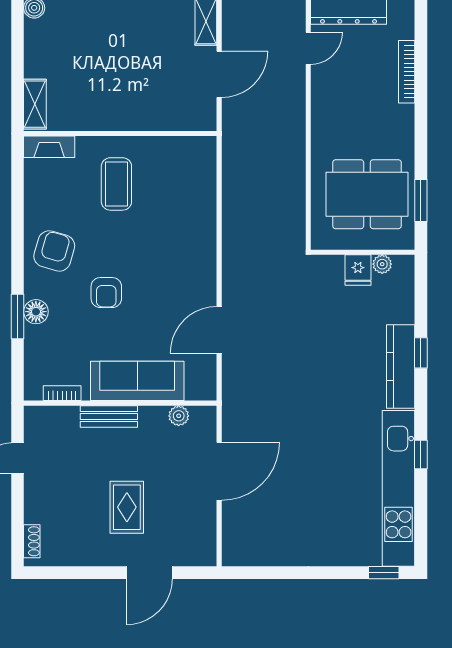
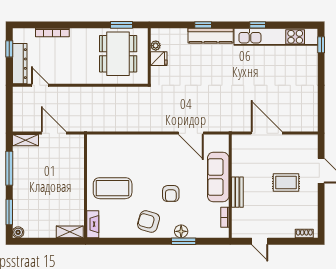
coffee table: (116, 184) -> (113, 188), width x1.36, depth x1.32
armchair: (106, 293) -> (171, 194), turned 90
plant: (179, 416) -> (237, 155), removed

